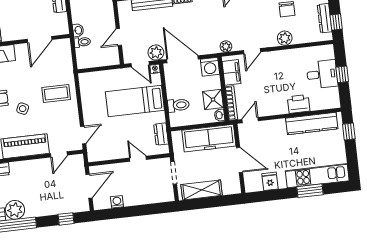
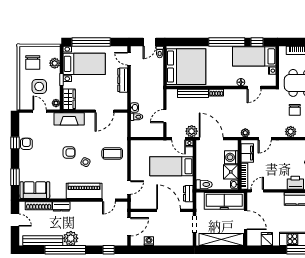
washing machine: (210, 67) -> (231, 157), moved, turned 90
toilet: (178, 105) -> (204, 184), moved
door: (138, 159) -> (169, 210), width x1.88
shelving: (202, 190) -> (221, 240), width x1.47

